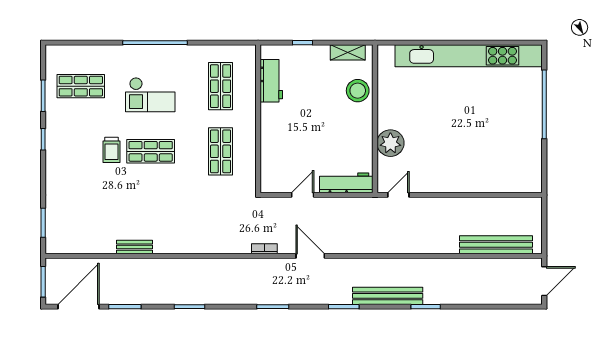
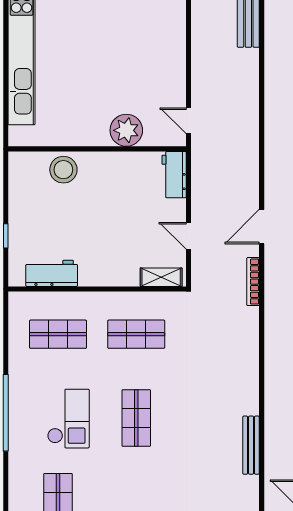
shelving: (348, 52) -> (161, 277), moved, turned 90
trolley: (111, 150) -> (135, 465), removed
workbench: (346, 183) -> (174, 175), width x0.73
bench: (135, 247) -> (251, 445), width x1.36
bookcase: (264, 249) -> (253, 282), width x1.56

